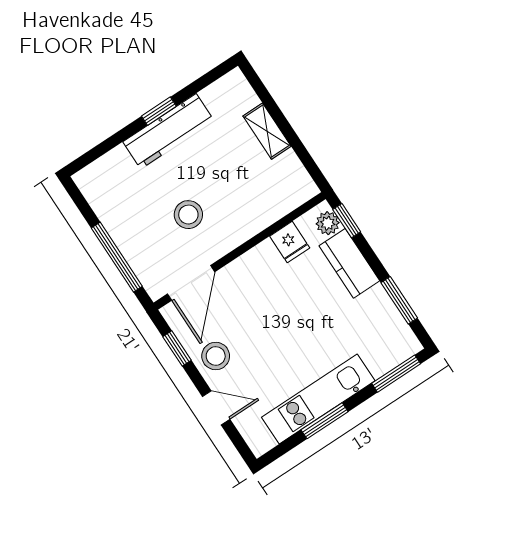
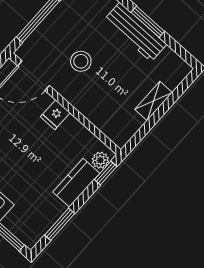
window: (159, 111) -> (148, 22), width x1.50
fridge: (290, 242) -> (55, 115), moved

